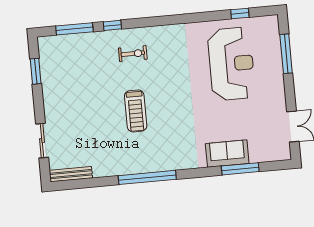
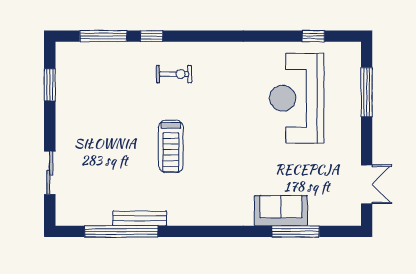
reception desk: (231, 64) -> (297, 98), turned 180
bench: (71, 174) -> (140, 218), moved
window: (147, 177) -> (121, 231), moved

